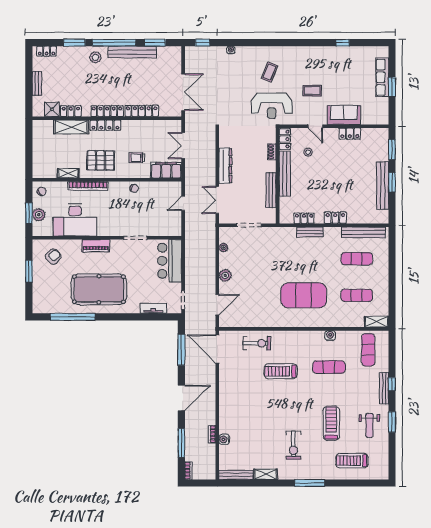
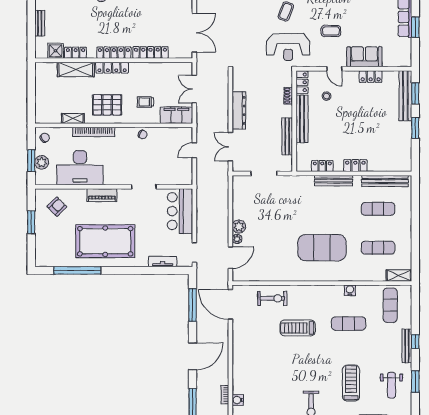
bench: (383, 185) -> (405, 96), moved
bench: (310, 232) -> (334, 181), width x1.36
plant: (223, 248) -> (237, 239), moved

